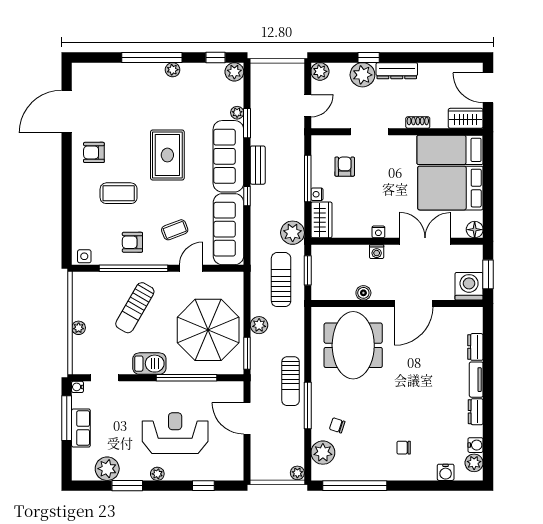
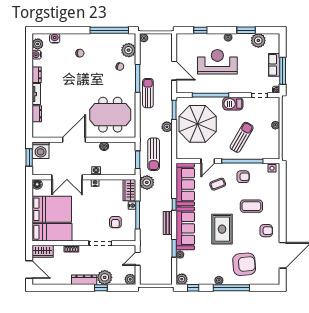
armchair: (131, 97) -> (244, 264), added
meeting table: (353, 345) -> (110, 115), turned 90
reception desk: (175, 433) -> (217, 62), turned 180

